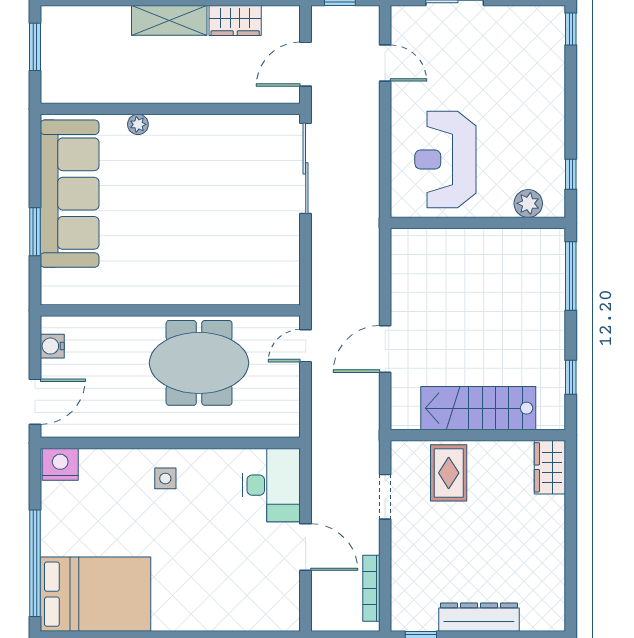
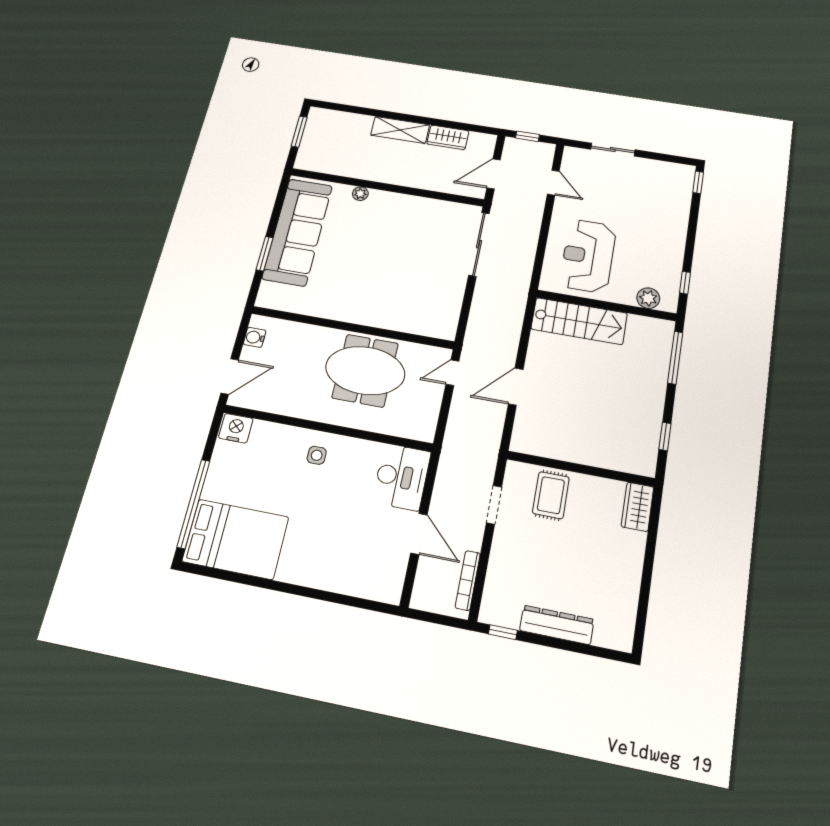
stairs: (478, 408) -> (579, 321), moved, turned 180

